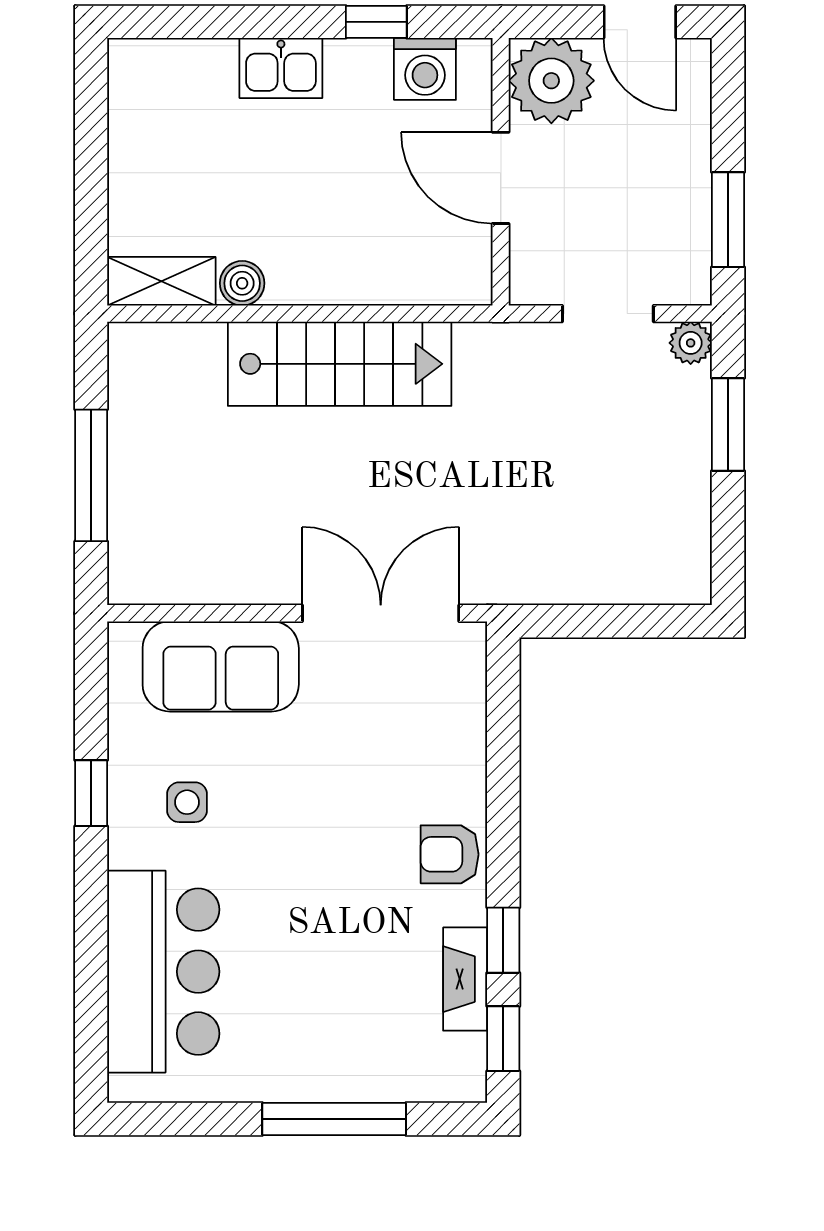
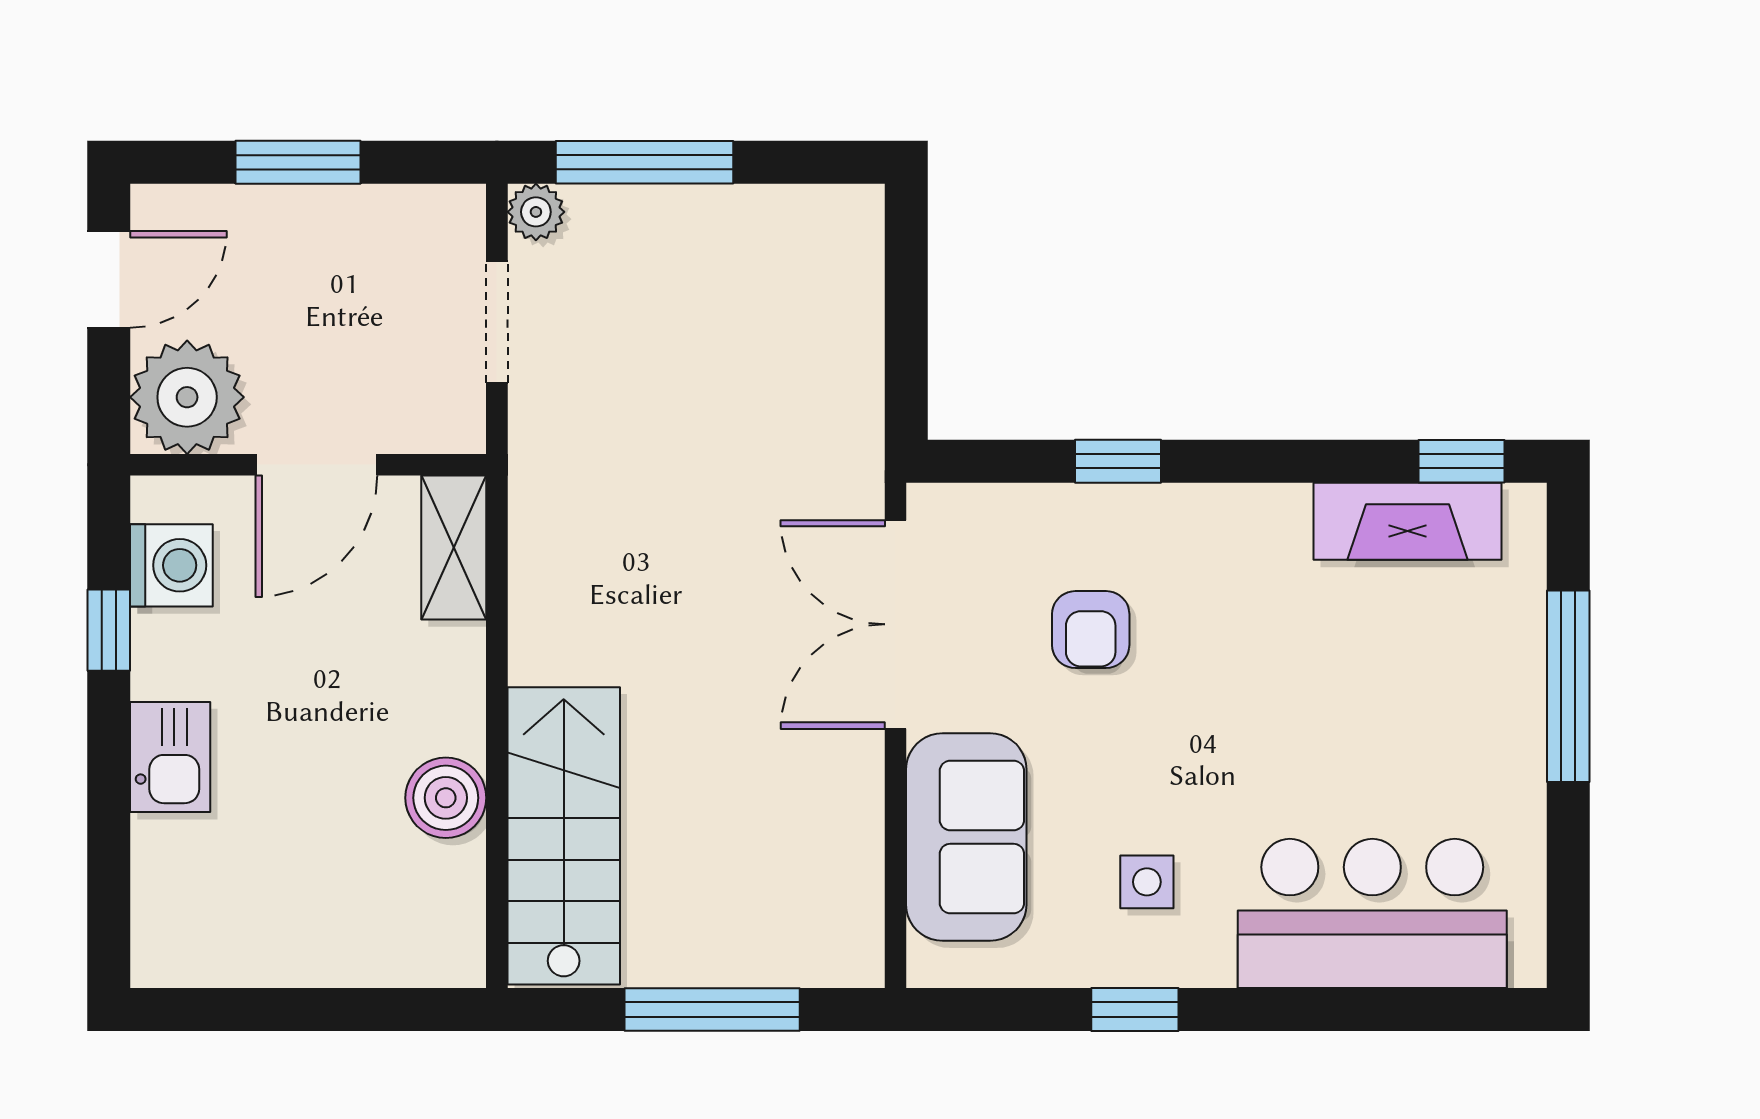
window: (728, 220) -> (298, 162), moved
shelving: (161, 281) -> (454, 548), moved
boiler: (242, 283) -> (446, 798), width x1.36, depth x1.36
stairs: (340, 364) -> (564, 836), moved
window: (728, 425) -> (645, 162), width x1.44
armchair: (450, 854) -> (1091, 630), moved
window: (503, 940) -> (1118, 461), moved
fireplace: (465, 979) -> (1408, 521), width x1.37, depth x1.32

